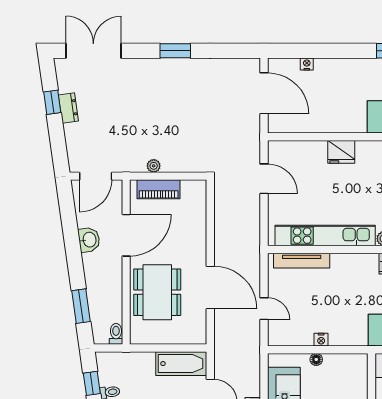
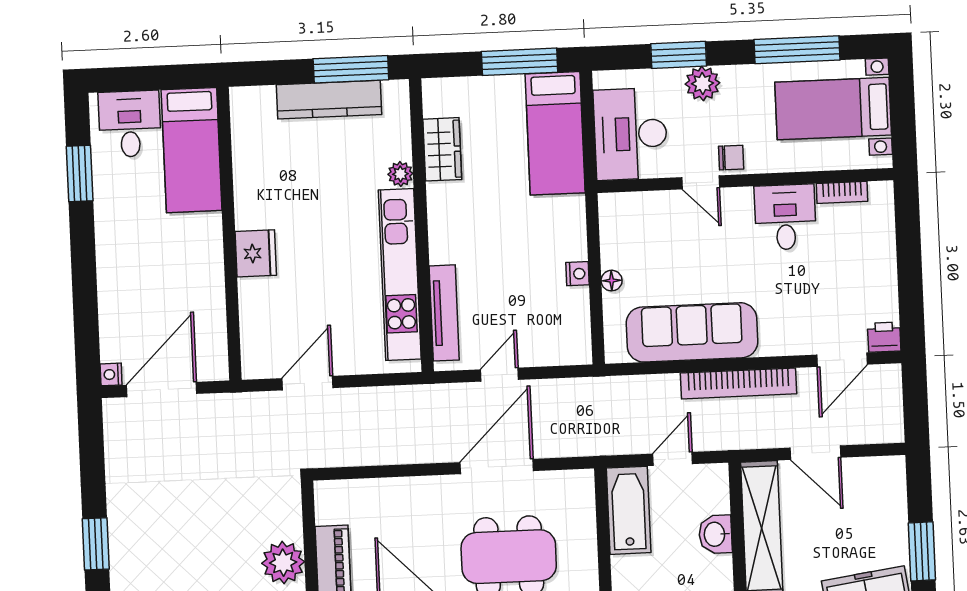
nightstand: (307, 64) -> (111, 374), moved
plant: (154, 166) -> (283, 563), width x1.87, depth x1.87
door: (264, 309) -> (499, 375), moved

